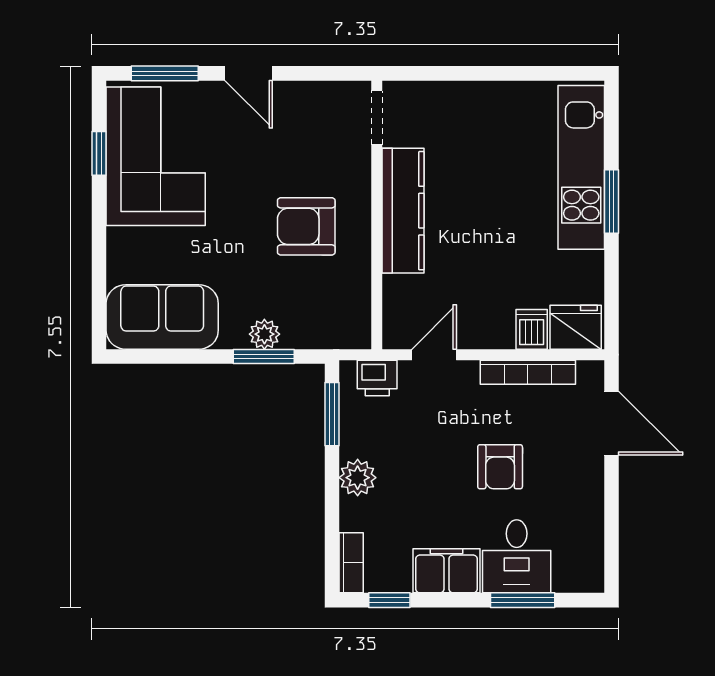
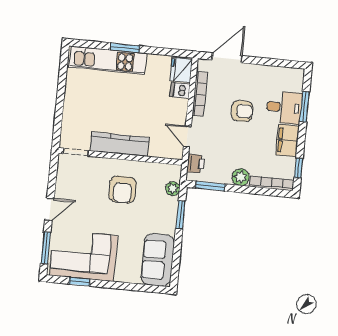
plant: (264, 334) -> (173, 189), moved
bookcase: (351, 563) -> (272, 183), width x1.56

